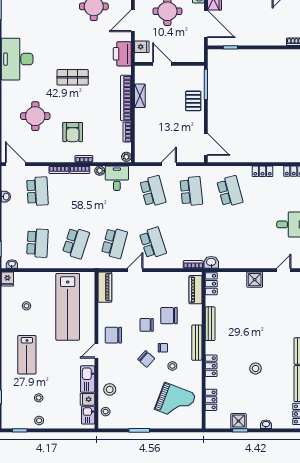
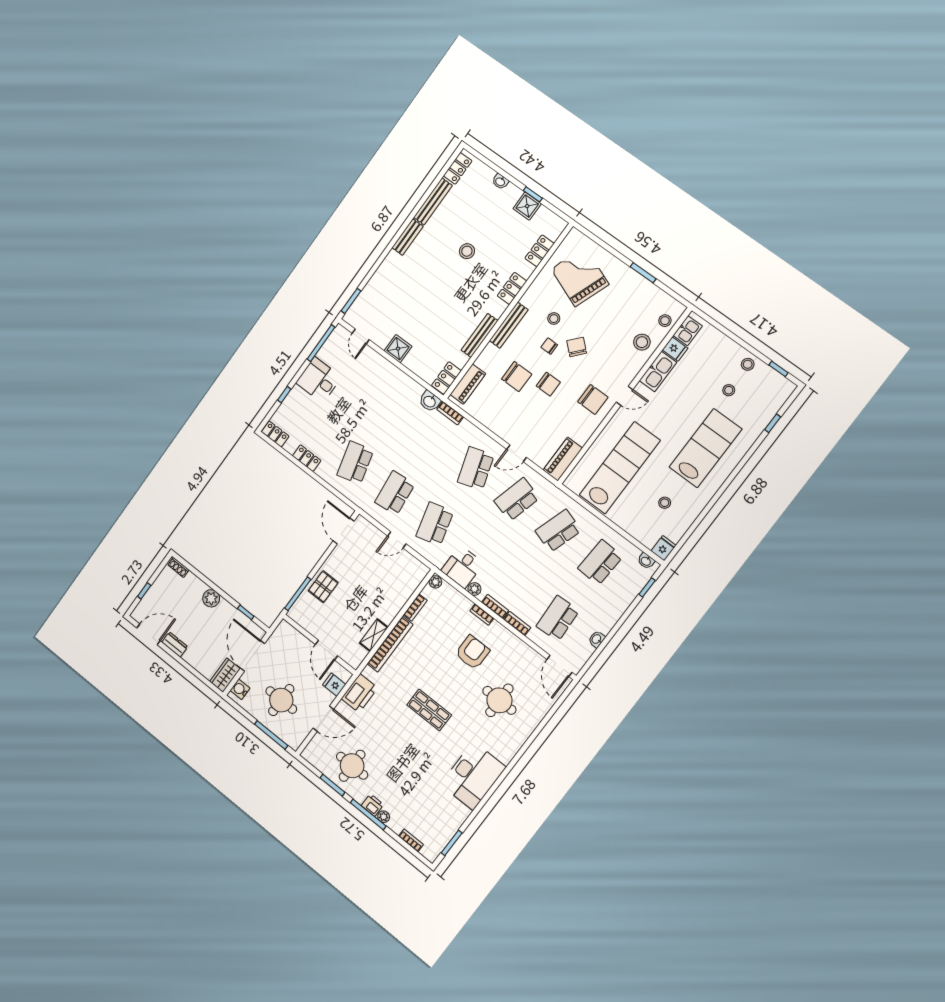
plant: (259, 39) -> (211, 598), added
door: (284, 270) -> (361, 336), hinge flipped
lab bench: (27, 355) -> (705, 448), width x1.36, depth x1.39

